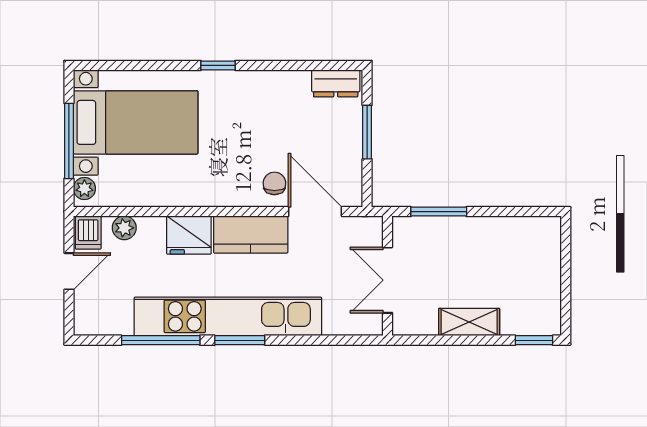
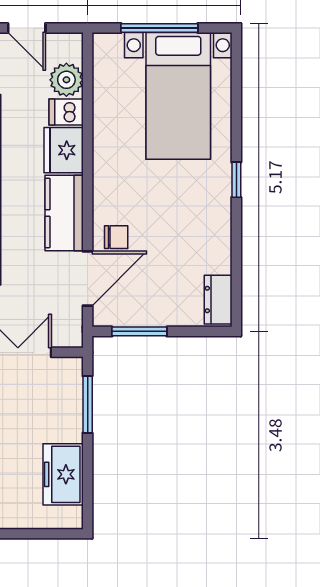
window: (367, 132) -> (139, 331), moved
plant: (84, 188) -> (111, 44), removed
plant: (124, 228) -> (66, 80), width x1.38, depth x1.38
dishwasher: (88, 233) -> (66, 112), moved
freezer: (507, 236) -> (63, 474), added

